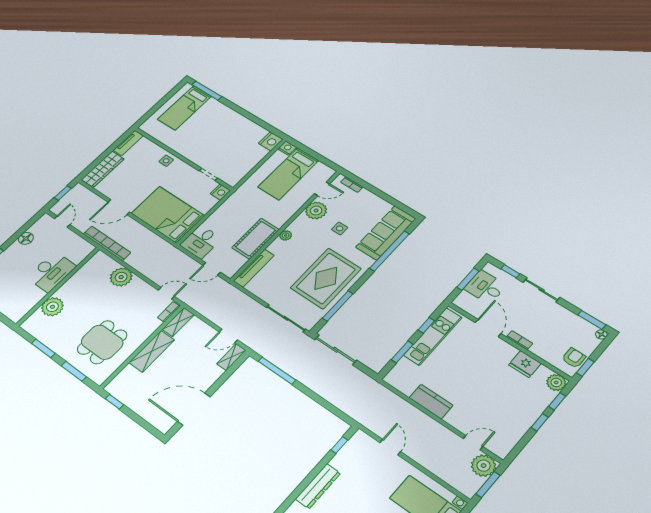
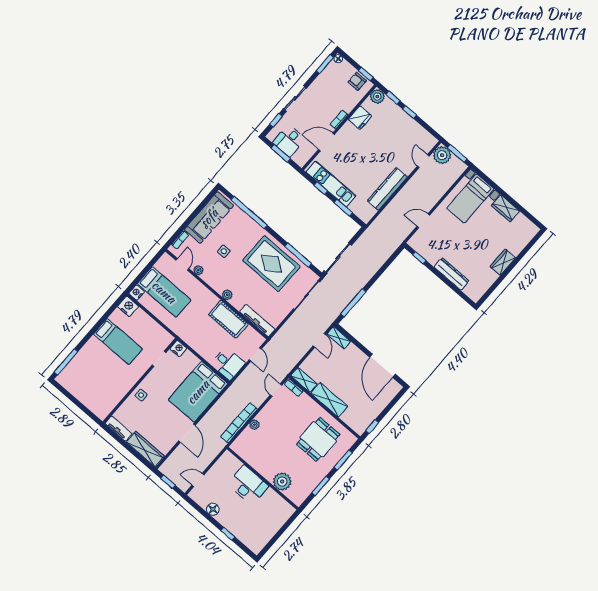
bed: (184, 108) -> (118, 342), moved
plant: (316, 210) -> (198, 270), width x0.53, depth x0.53
sofa: (386, 233) -> (209, 218), moved, turned -90
bookcase: (107, 243) -> (239, 423), moved
plant: (121, 277) -> (254, 425), width x0.53, depth x0.53
dining table: (102, 342) -> (318, 439), turned 90
kitchen counter: (431, 401) -> (387, 189), width x1.50

